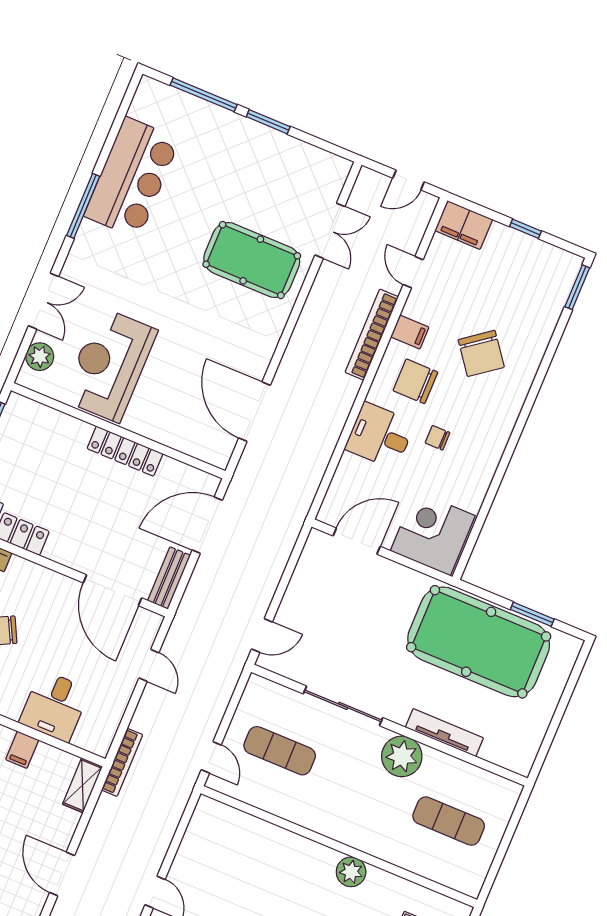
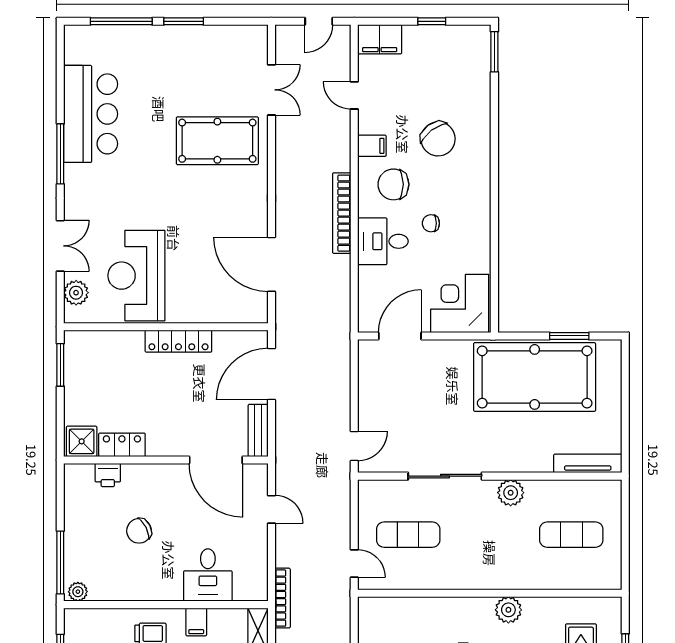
bookcase: (372, 335) -> (342, 213), moved
tv unit: (444, 733) -> (588, 463), moved
plant: (402, 756) -> (511, 493), width x0.73, depth x0.73

